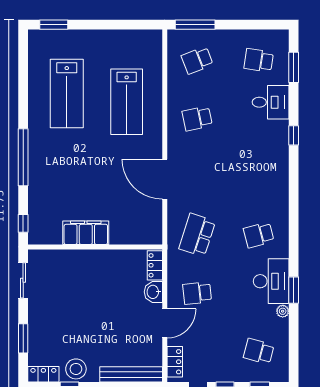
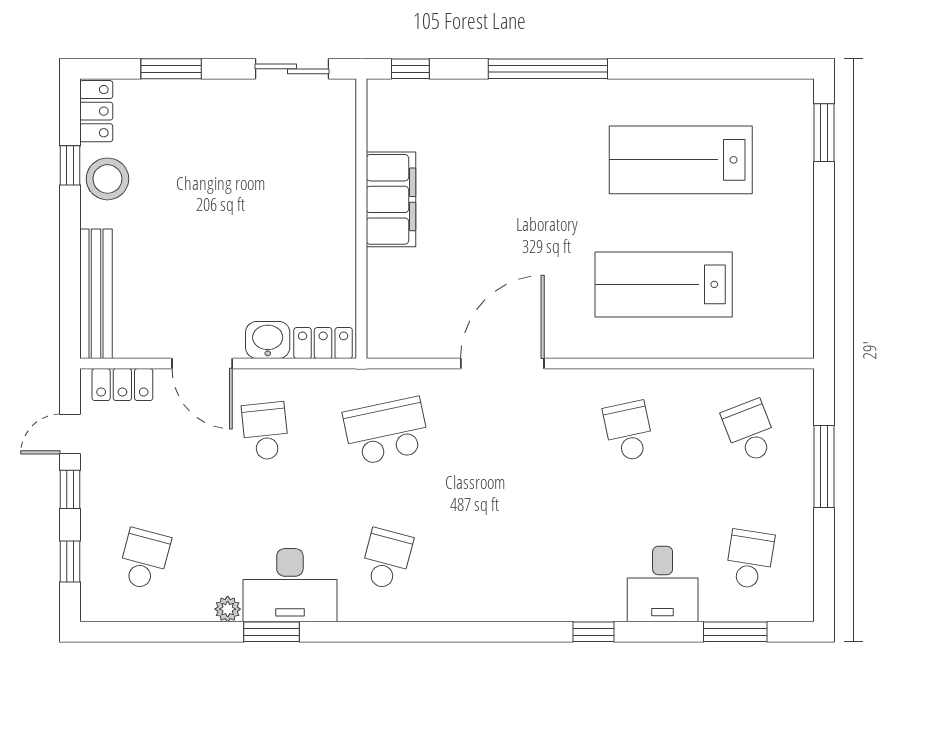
window: (195, 25) -> (824, 466), moved
school desk: (197, 235) -> (386, 431), turned -30
school desk: (259, 235) -> (386, 559), turned 30

